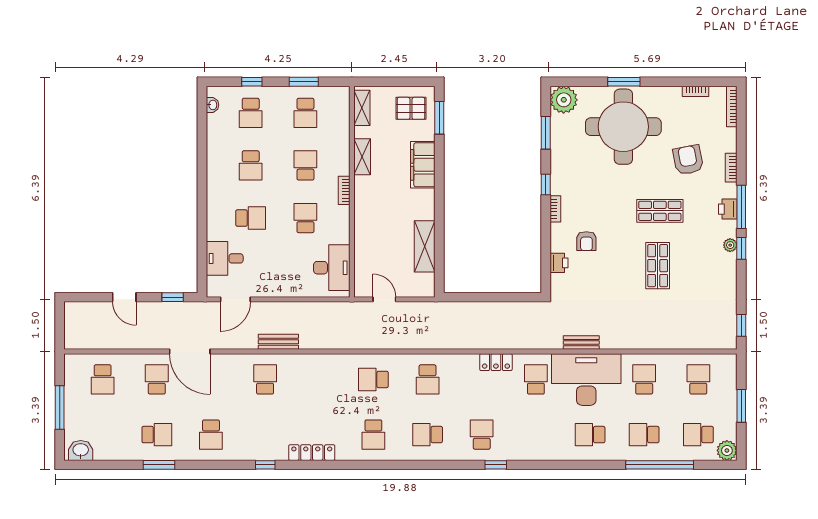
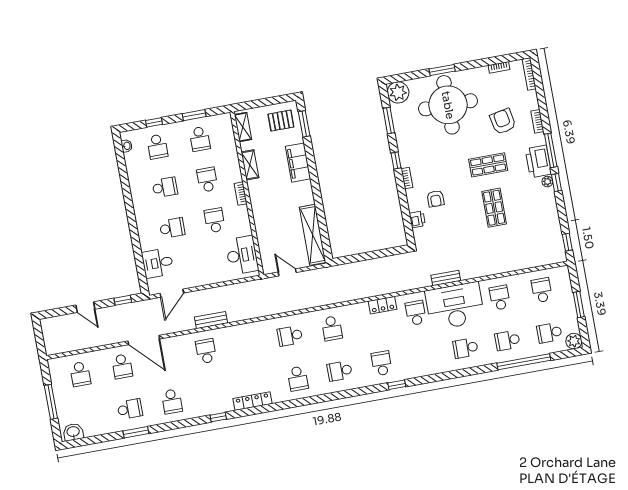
school desk: (251, 165) -> (165, 187), turned -90
printer: (728, 209) -> (538, 161), width x1.87, depth x1.48
shelving: (425, 246) -> (313, 235), width x1.47
school desk: (157, 379) -> (122, 366), turned 180

